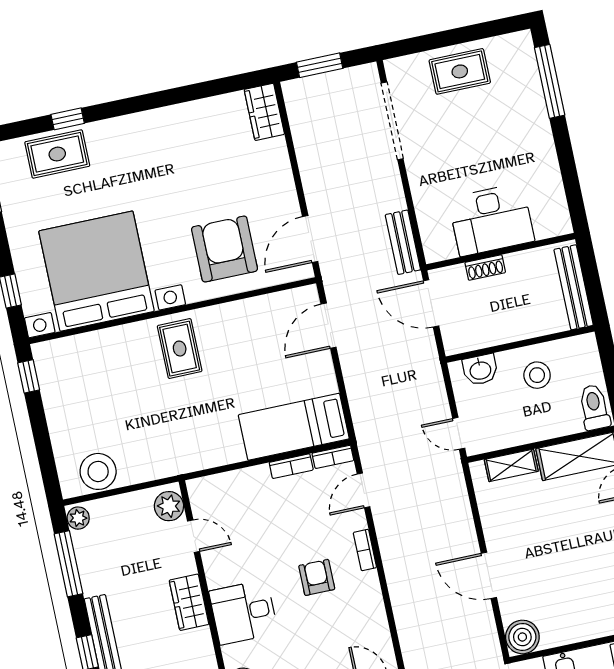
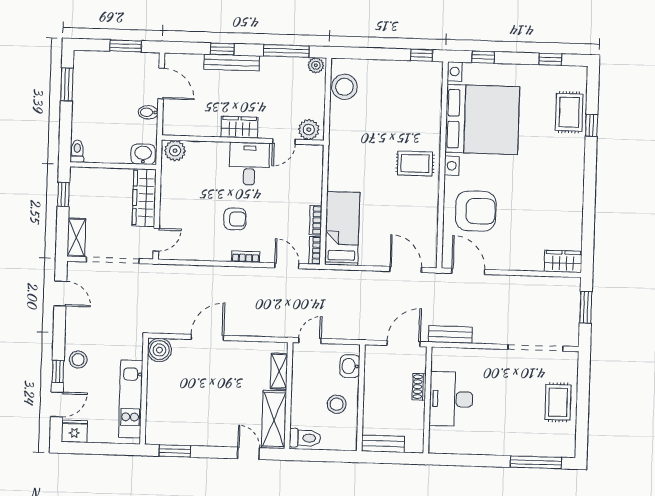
bench: (574, 287) -> (383, 444), width x0.73
desk: (243, 612) -> (249, 164), moved

